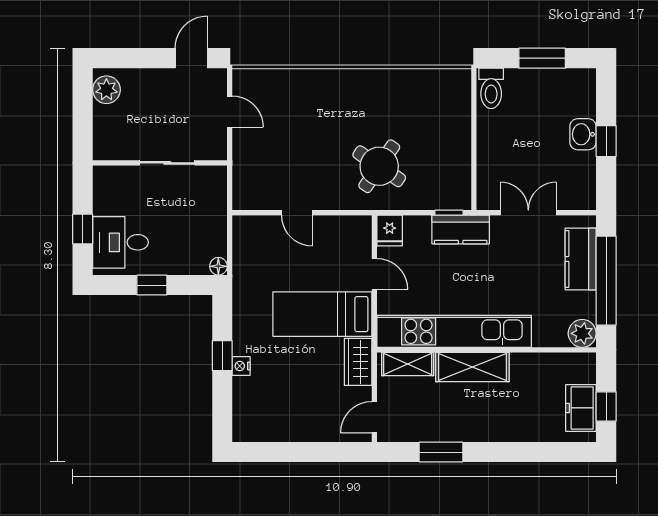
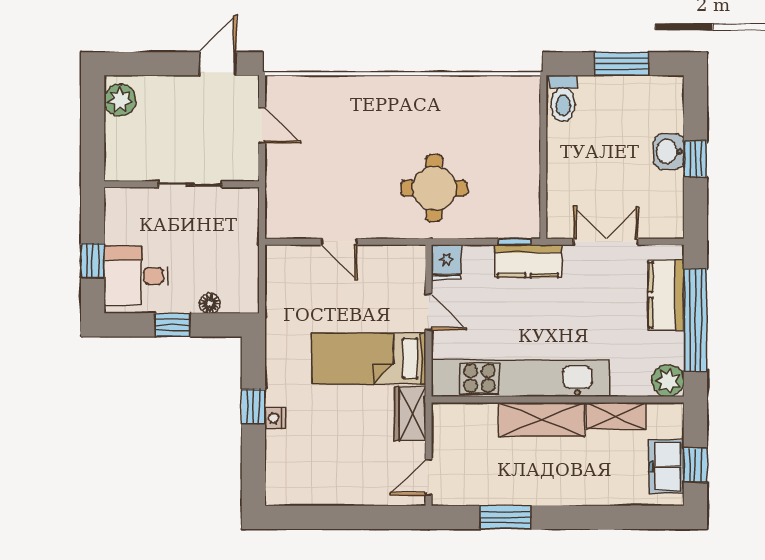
round table: (379, 166) -> (434, 188), turned -34
floor lamp: (218, 266) -> (210, 303), moved
shelving: (408, 364) -> (616, 416), moved

